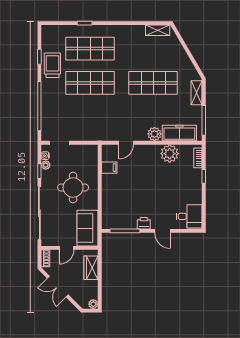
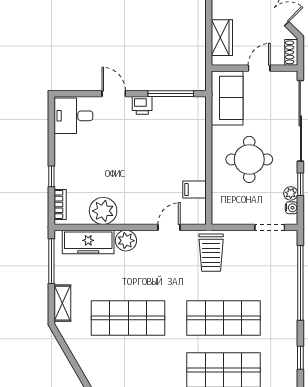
trolley: (52, 65) -> (211, 253), moved

